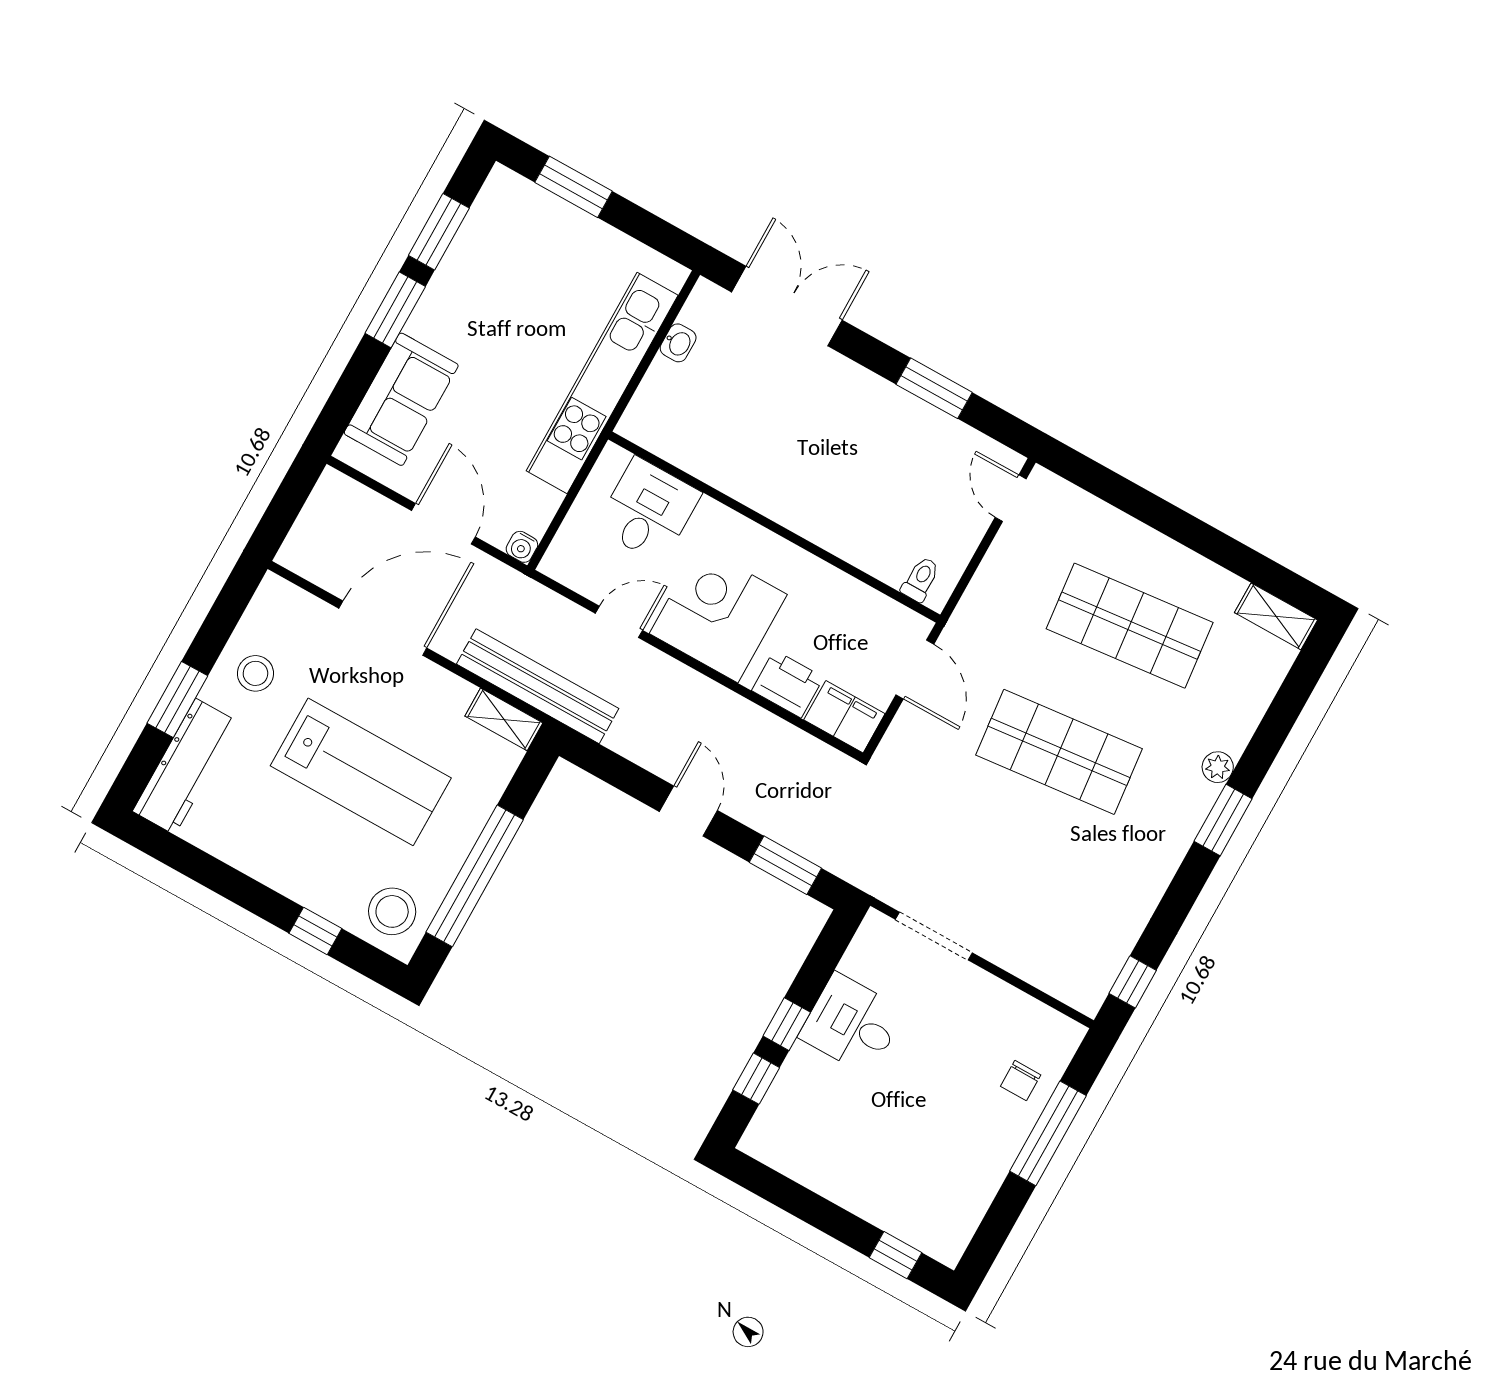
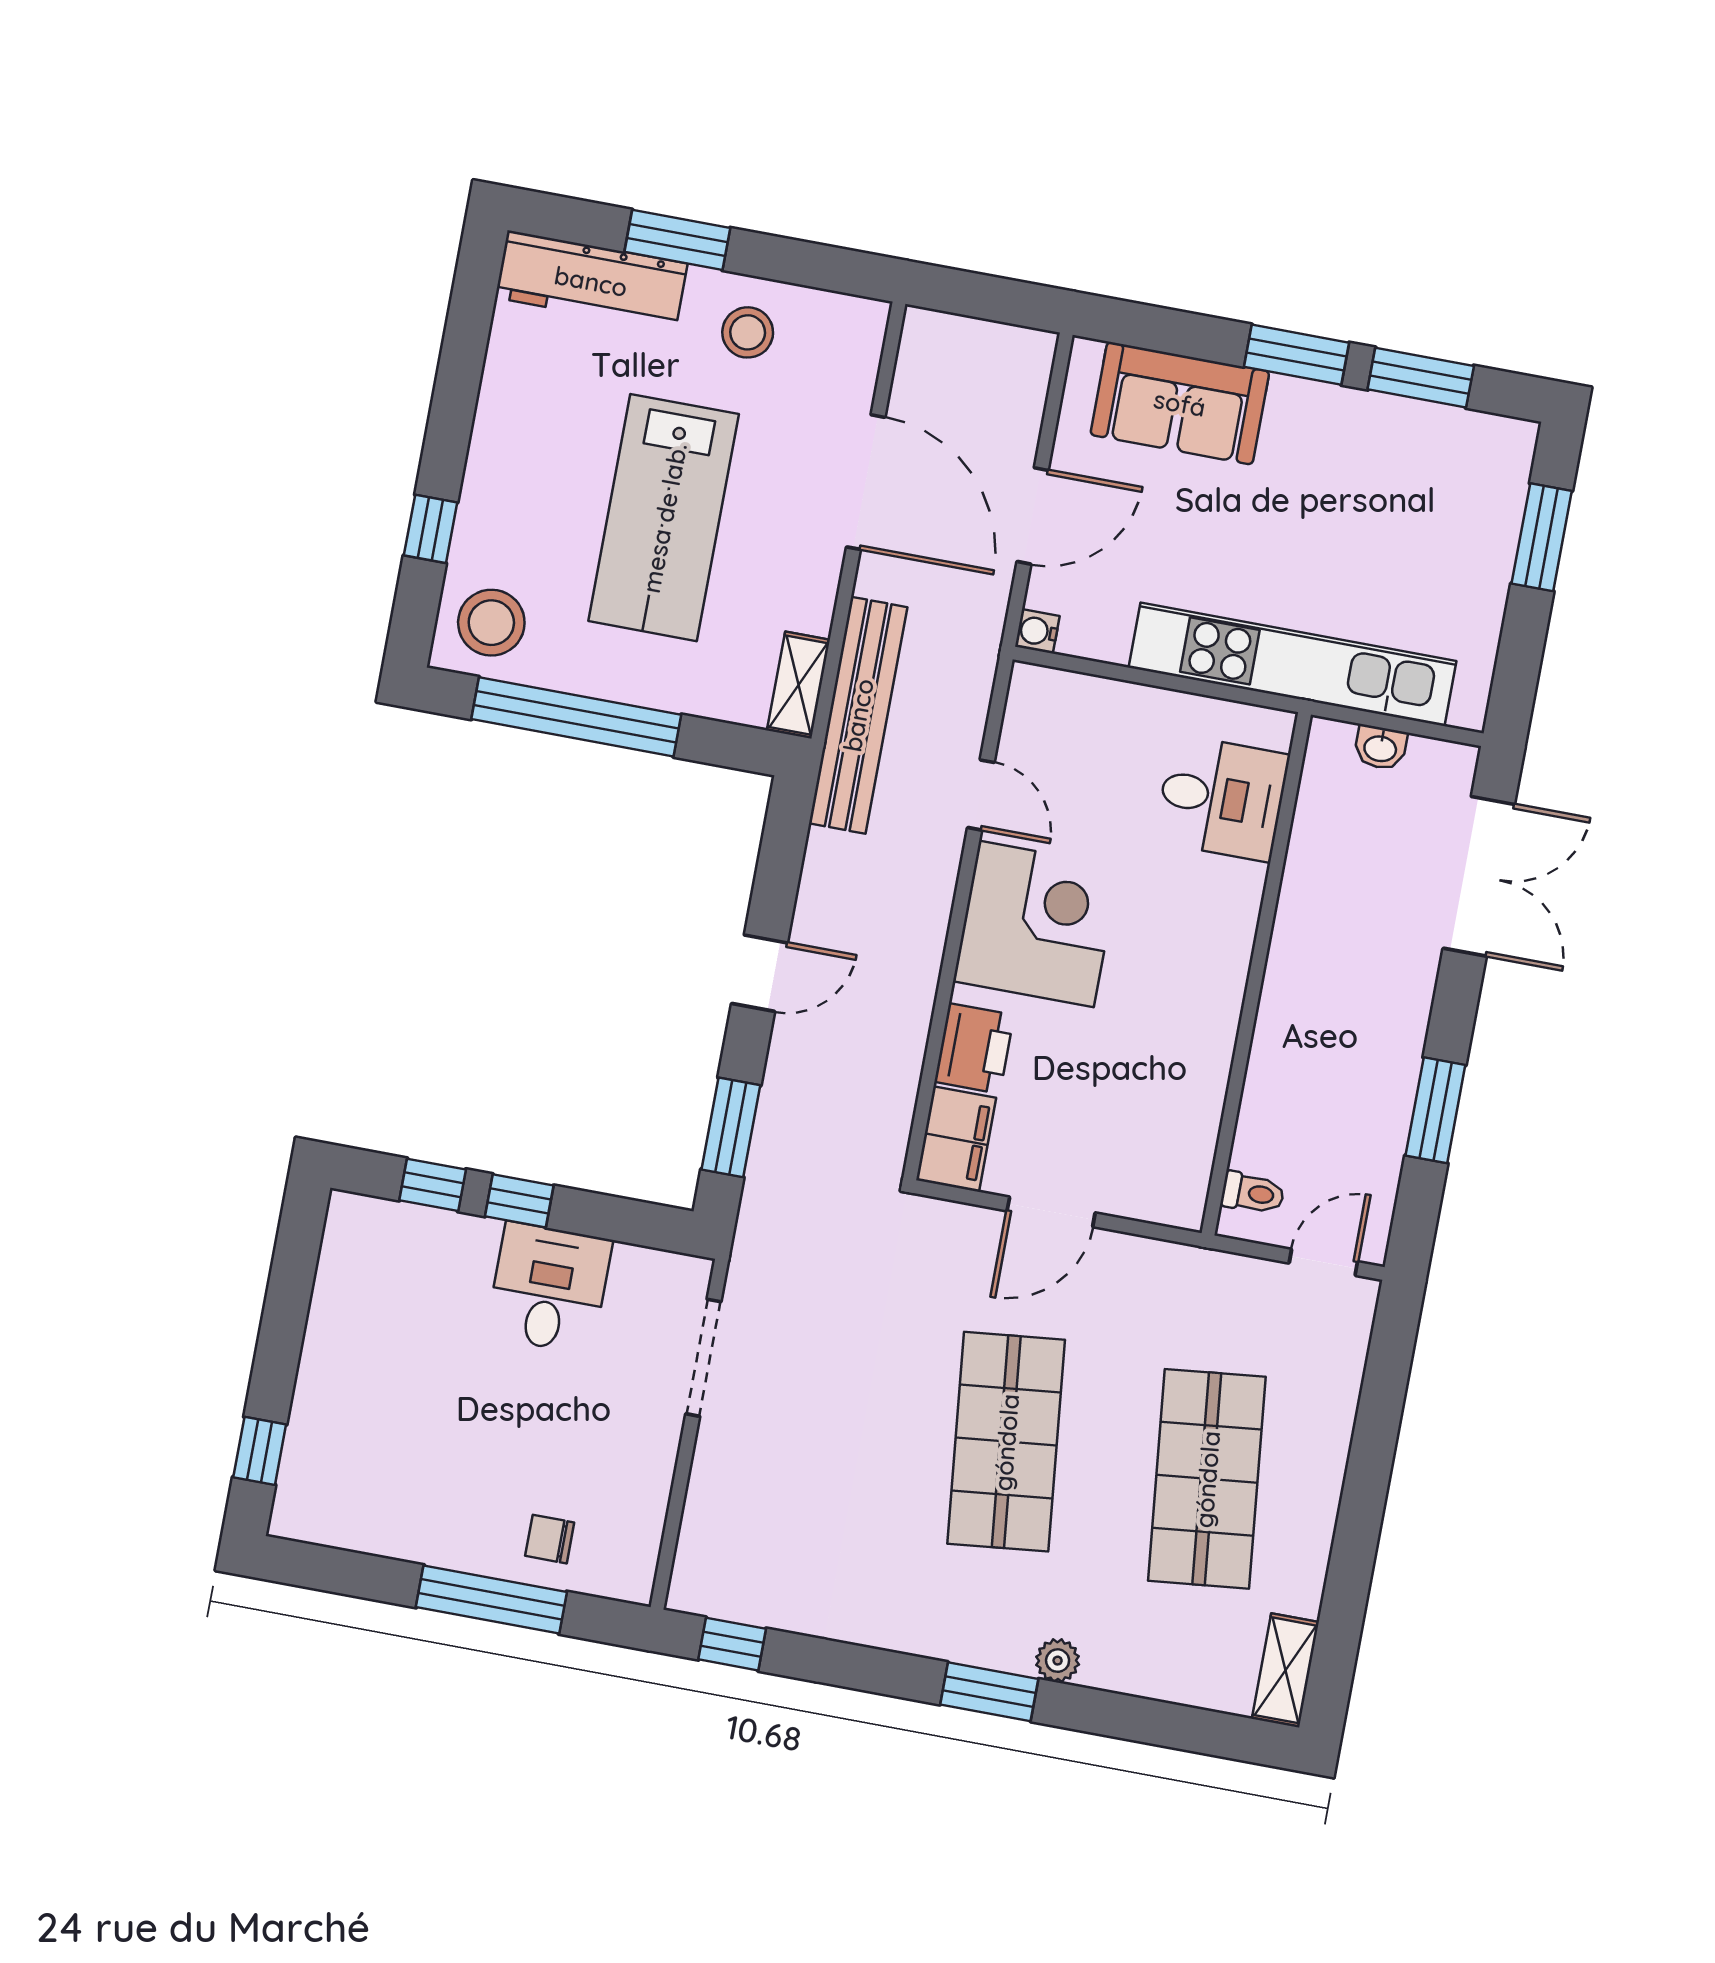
desk: (648, 510) -> (1222, 798), moved
wall: (774, 527) -> (1256, 974), moved
toilet: (921, 579) -> (1253, 1193), moved

